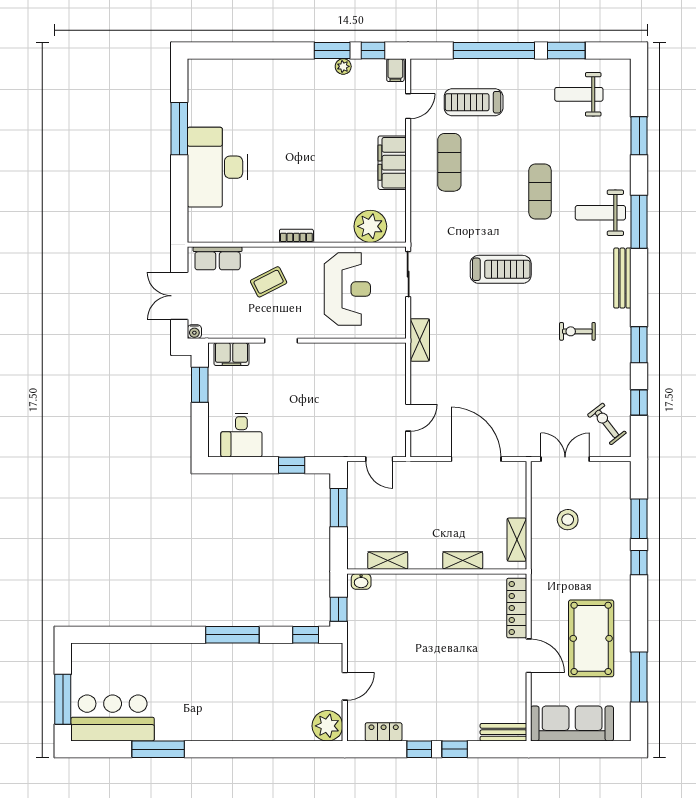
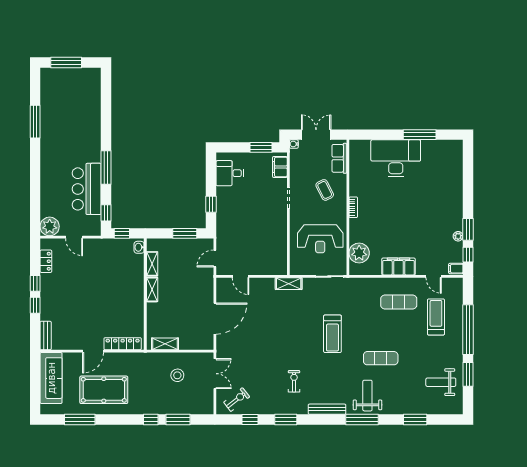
weight bench: (579, 94) -> (441, 382), turned -90
shelving: (463, 560) -> (152, 289), moved
bar counter: (113, 718) -> (87, 189), moved, turned 180

